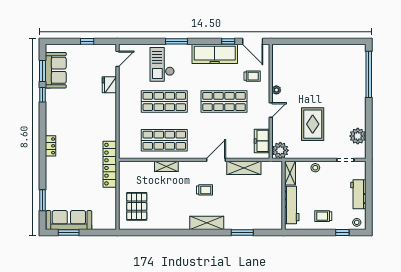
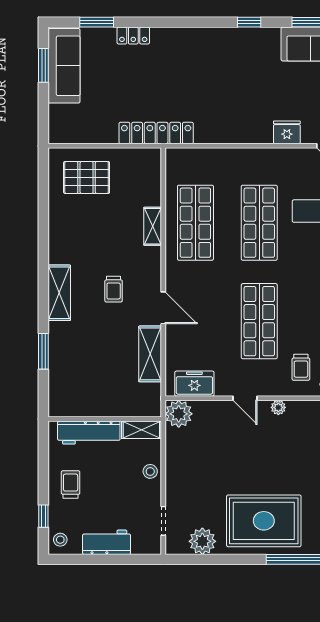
window: (42, 95) -> (249, 22), moved
rug: (313, 124) -> (264, 521), moved, width x1.37, depth x1.44
locker: (50, 146) -> (133, 35), moved

